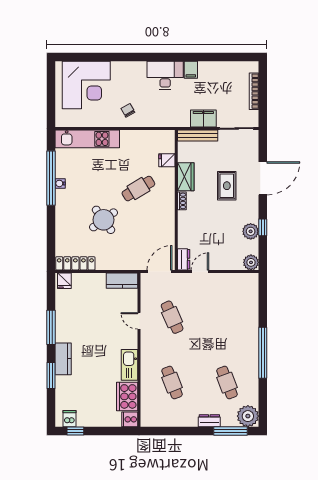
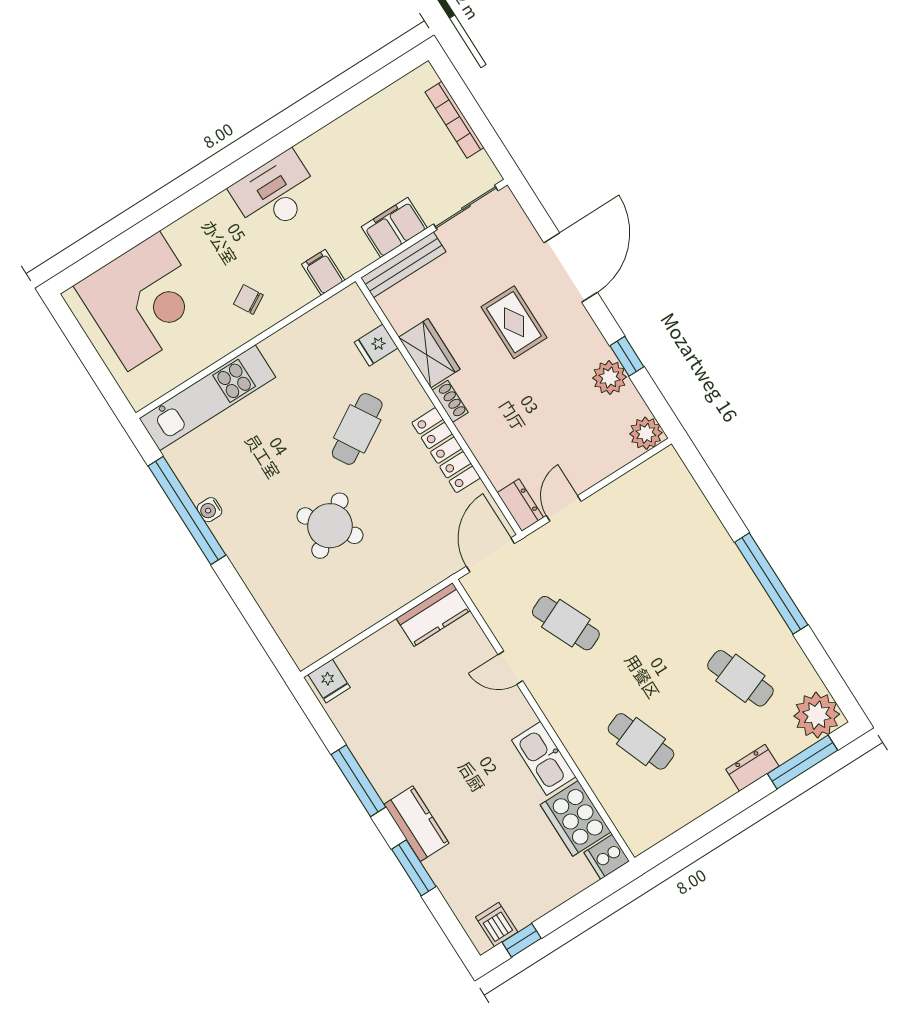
filing cabinet: (191, 70) -> (323, 272), moved, turned 180
locker: (75, 263) -> (446, 450), moved, turned -90

